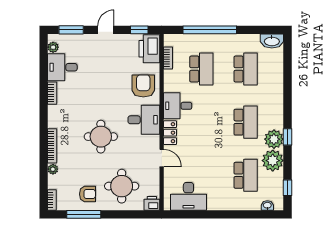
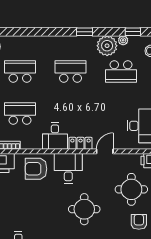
plant: (274, 139) -> (123, 40), moved, width x0.53, depth x0.53
school desk: (246, 175) -> (121, 71), turned 180

